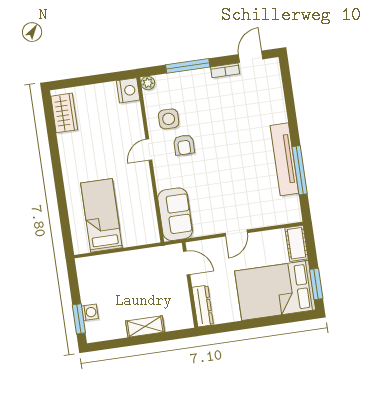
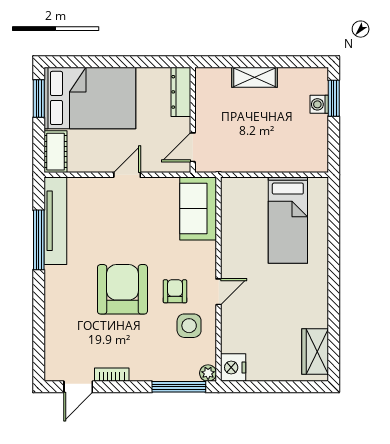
window: (188, 66) -> (179, 387), moved
armchair: (226, 140) -> (122, 289), added
tv unit: (284, 159) -> (55, 221), moved
door: (187, 263) -> (193, 147), hinge flipped

